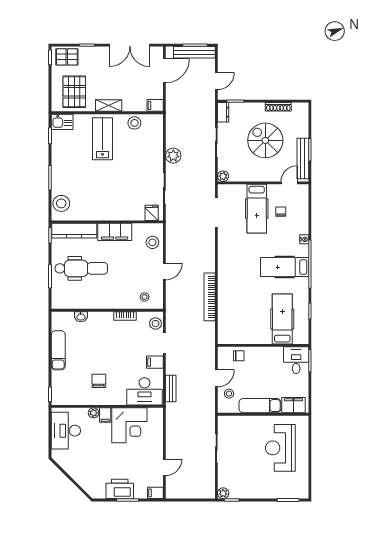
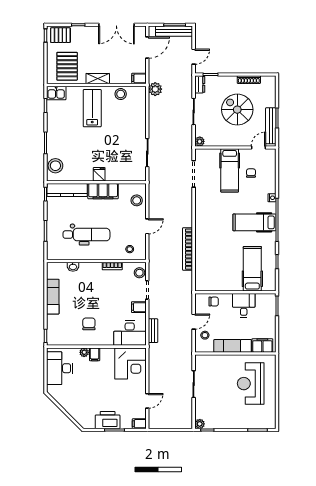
plant: (173, 156) -> (155, 89), moved
fridge: (152, 213) -> (99, 174), moved
dental chair: (81, 268) -> (86, 235), moved
desk: (296, 360) -> (244, 305), moved
corner desk: (129, 425) -> (131, 363), moved

